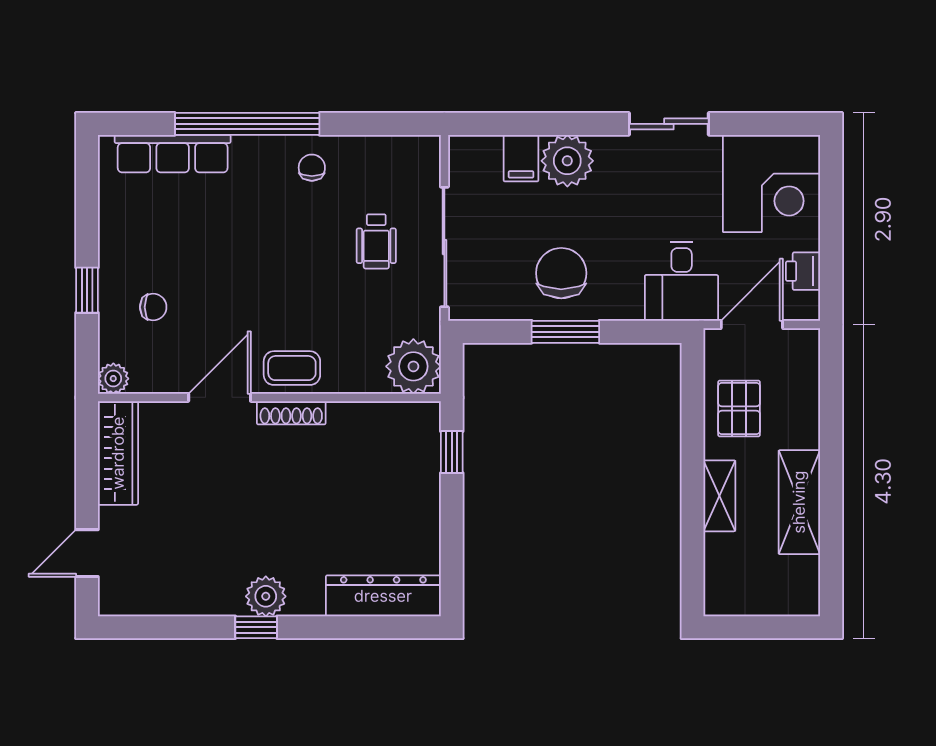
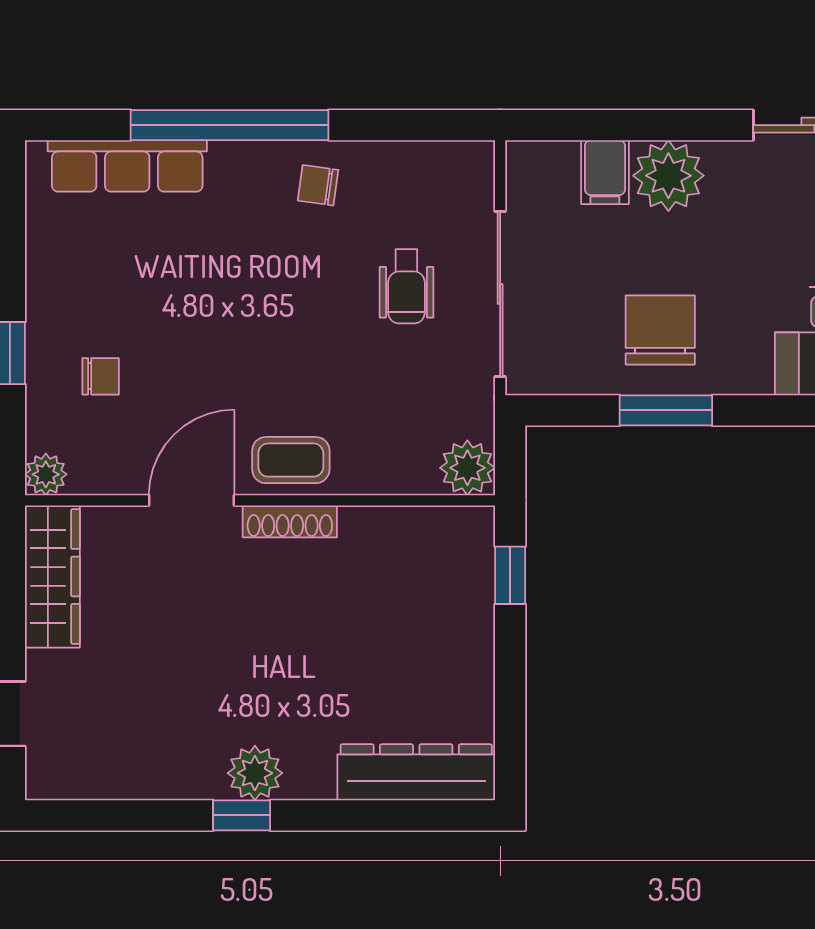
chair: (312, 168) -> (318, 185), turned -82
plant: (413, 366) -> (467, 468), width x0.73, depth x0.73

